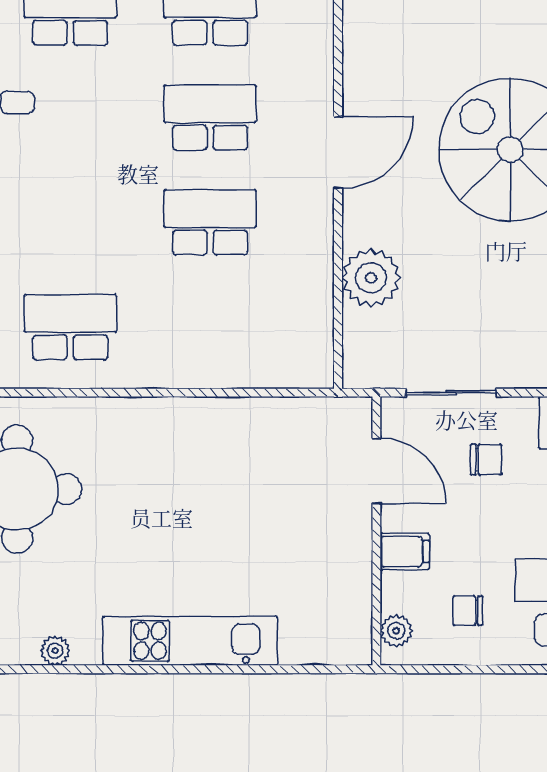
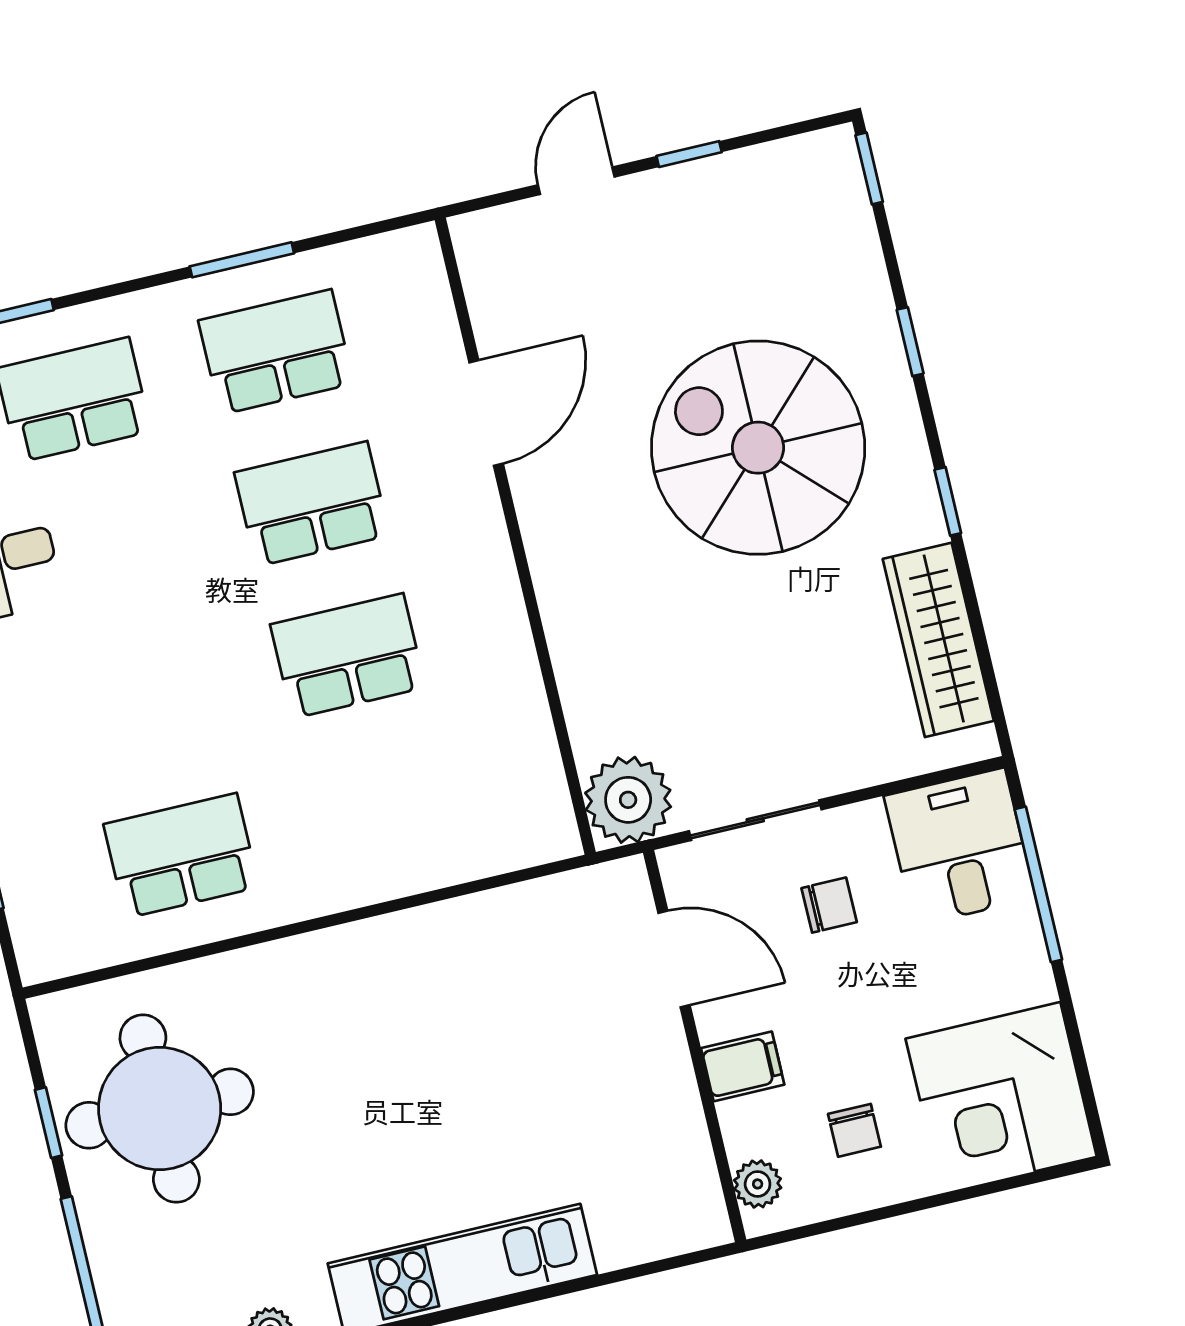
door: (338, 152) -> (486, 413), moved
plant: (371, 278) -> (628, 800), moved
chair: (468, 611) -> (854, 1130), turned -90

